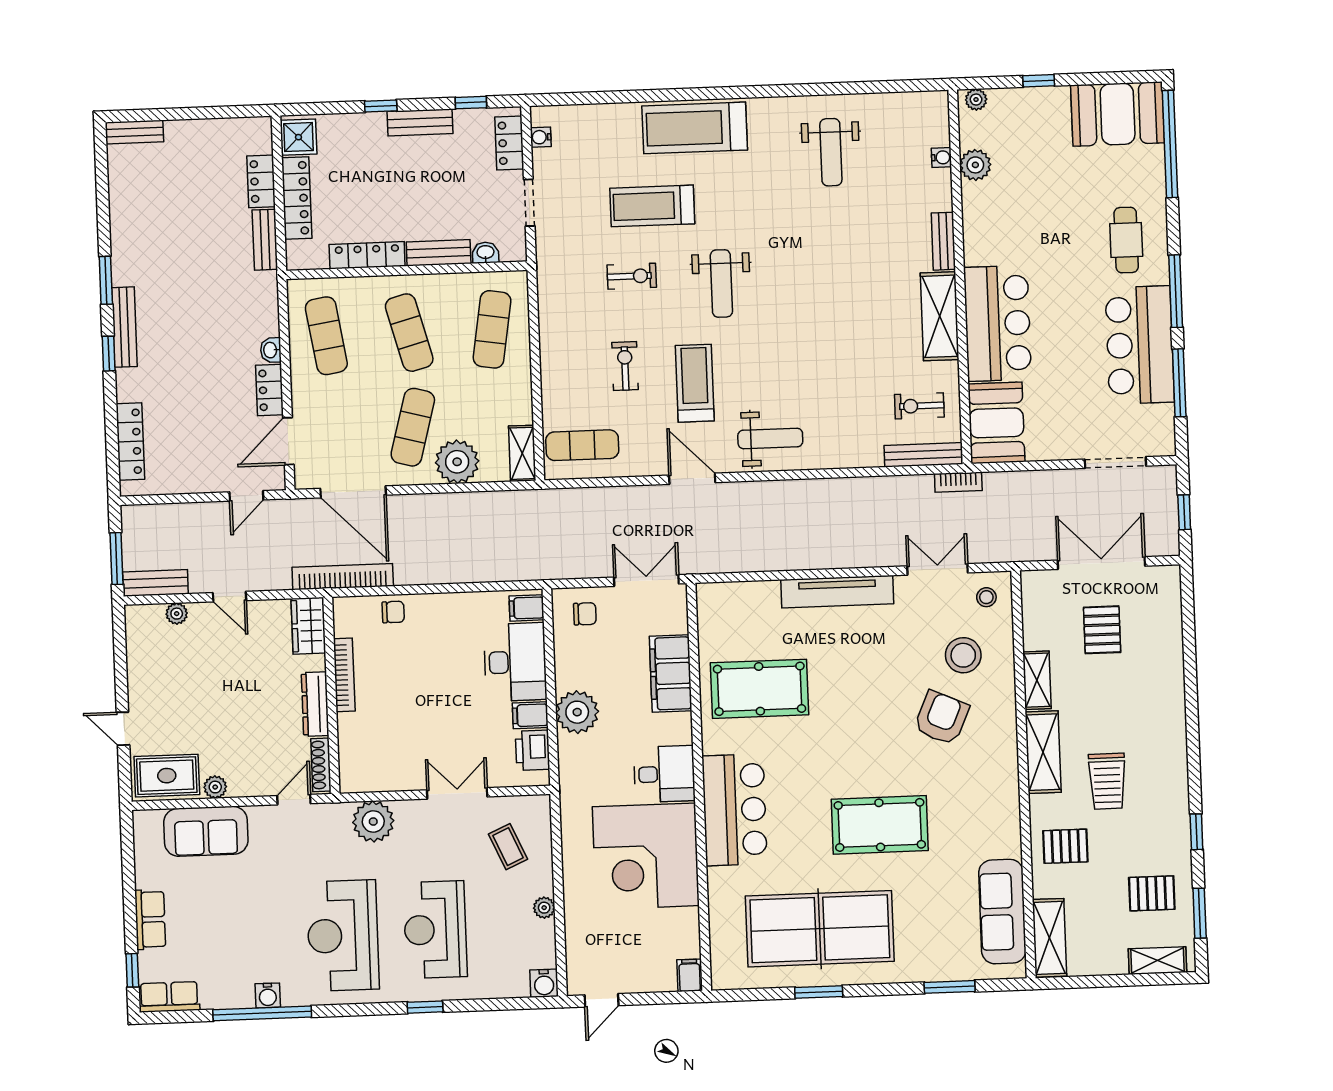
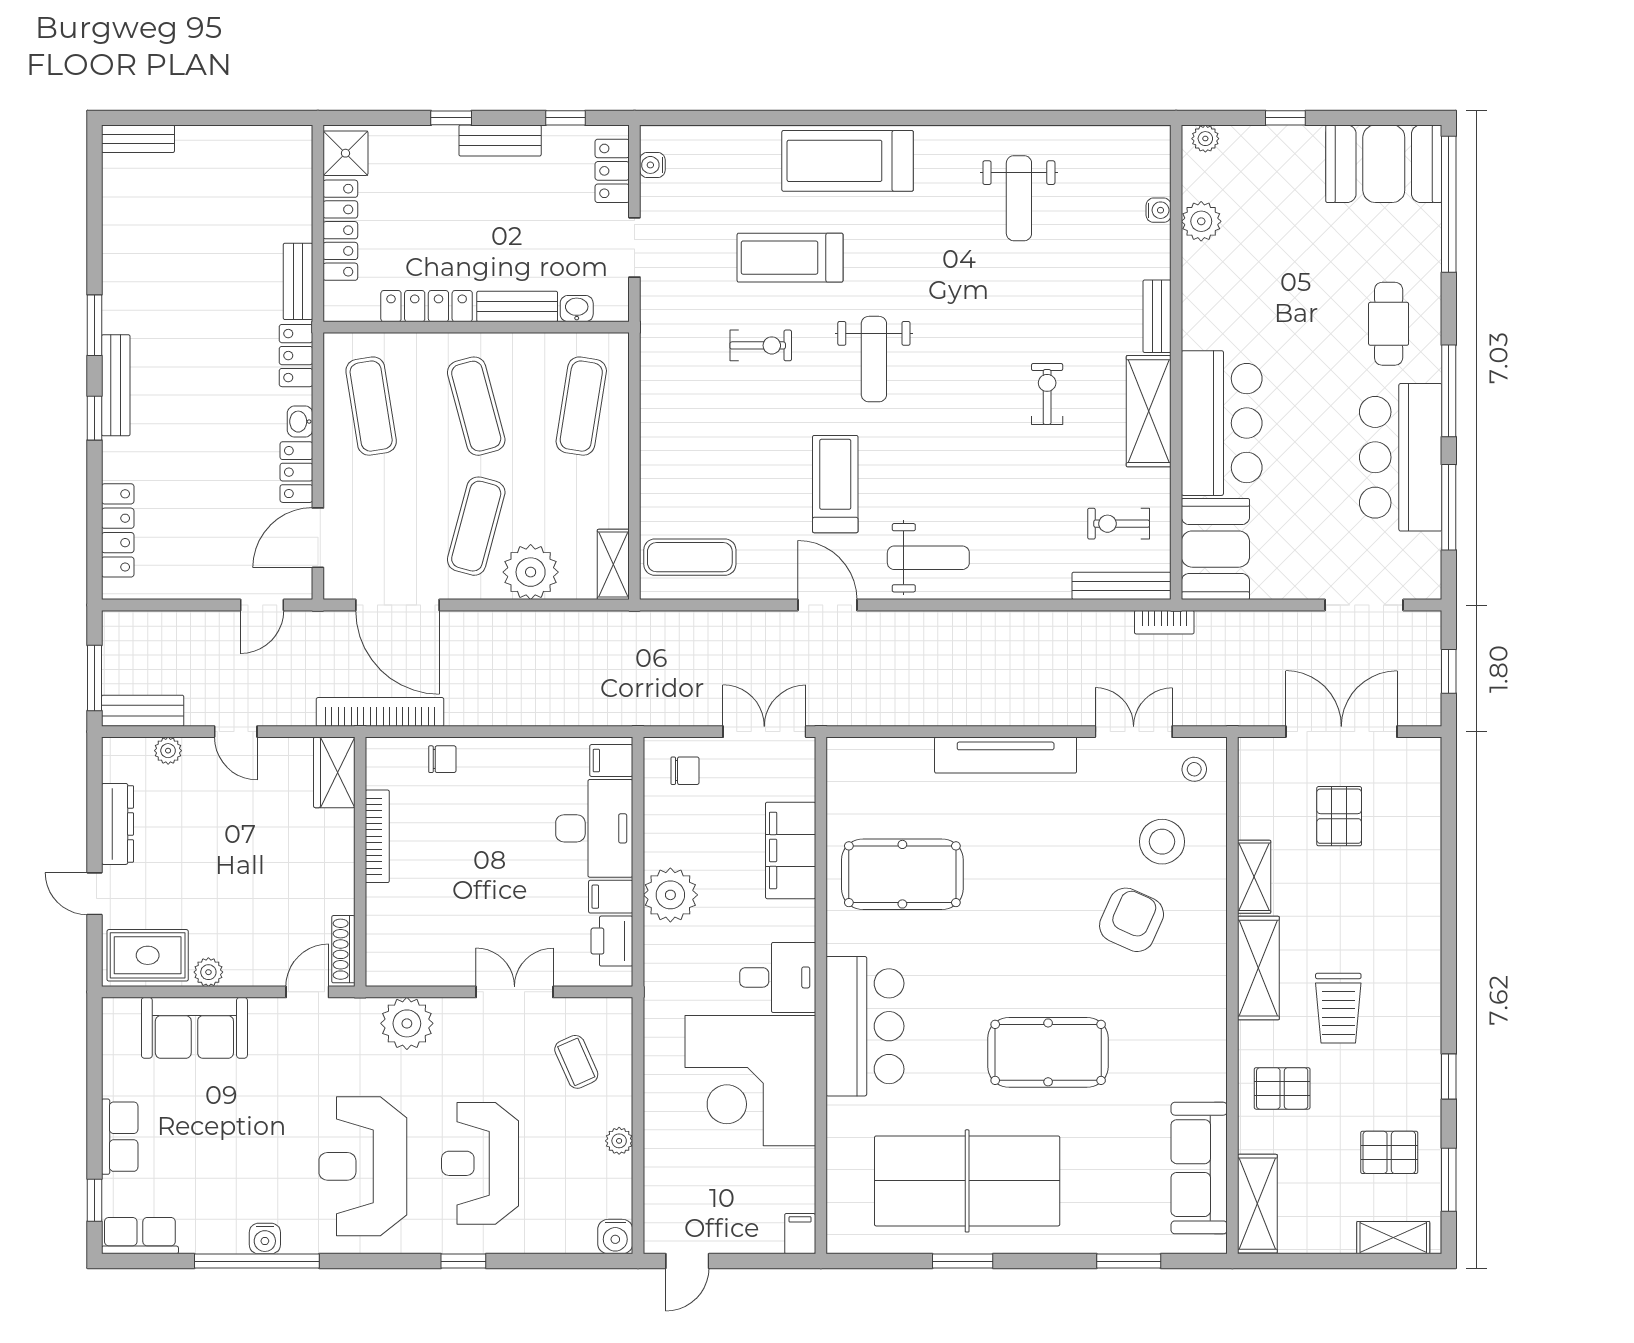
locker: (261, 181) -> (296, 356), moved
exercise bike: (625, 366) -> (1047, 394), moved
dresser: (315, 704) -> (117, 824), moved, turned 180

